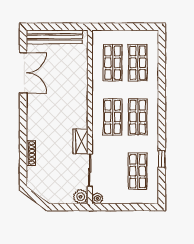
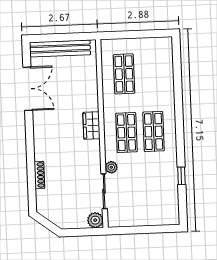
shop shelf: (138, 63) -> (151, 73), removed
wardrobe: (81, 141) -> (91, 126), moved
shop shelf: (138, 171) -> (156, 190), removed
plant: (97, 198) -> (111, 167), moved

